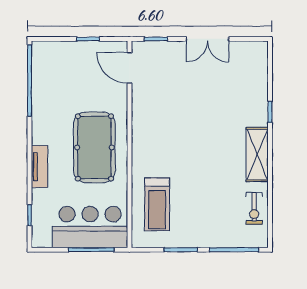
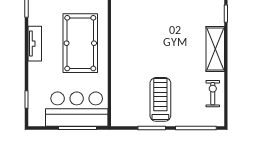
tv unit: (39, 167) -> (35, 44), moved
treadmill: (157, 204) -> (160, 99), moved, turned 180
exercise bike: (254, 208) -> (213, 94), turned 180

